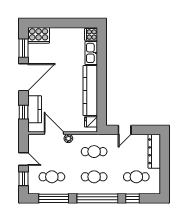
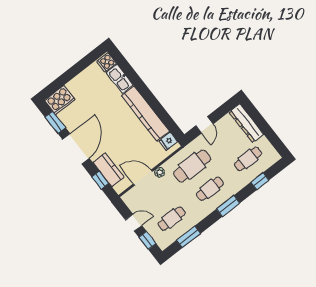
cafe table: (94, 152) -> (192, 166), width x1.37, depth x1.35
window: (54, 198) -> (189, 237), width x0.69
window: (97, 198) -> (228, 206), width x0.47

